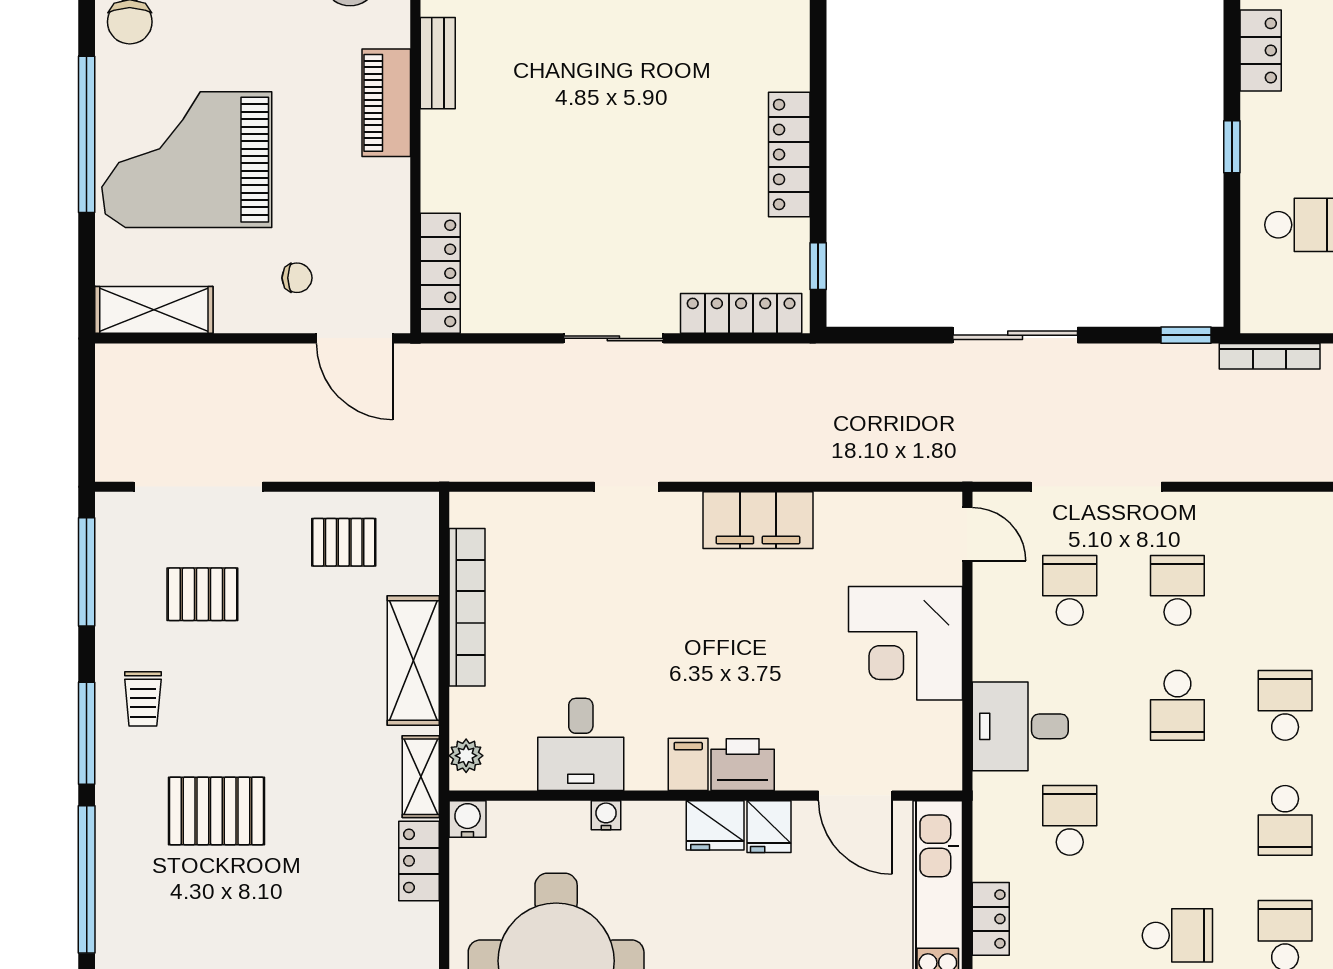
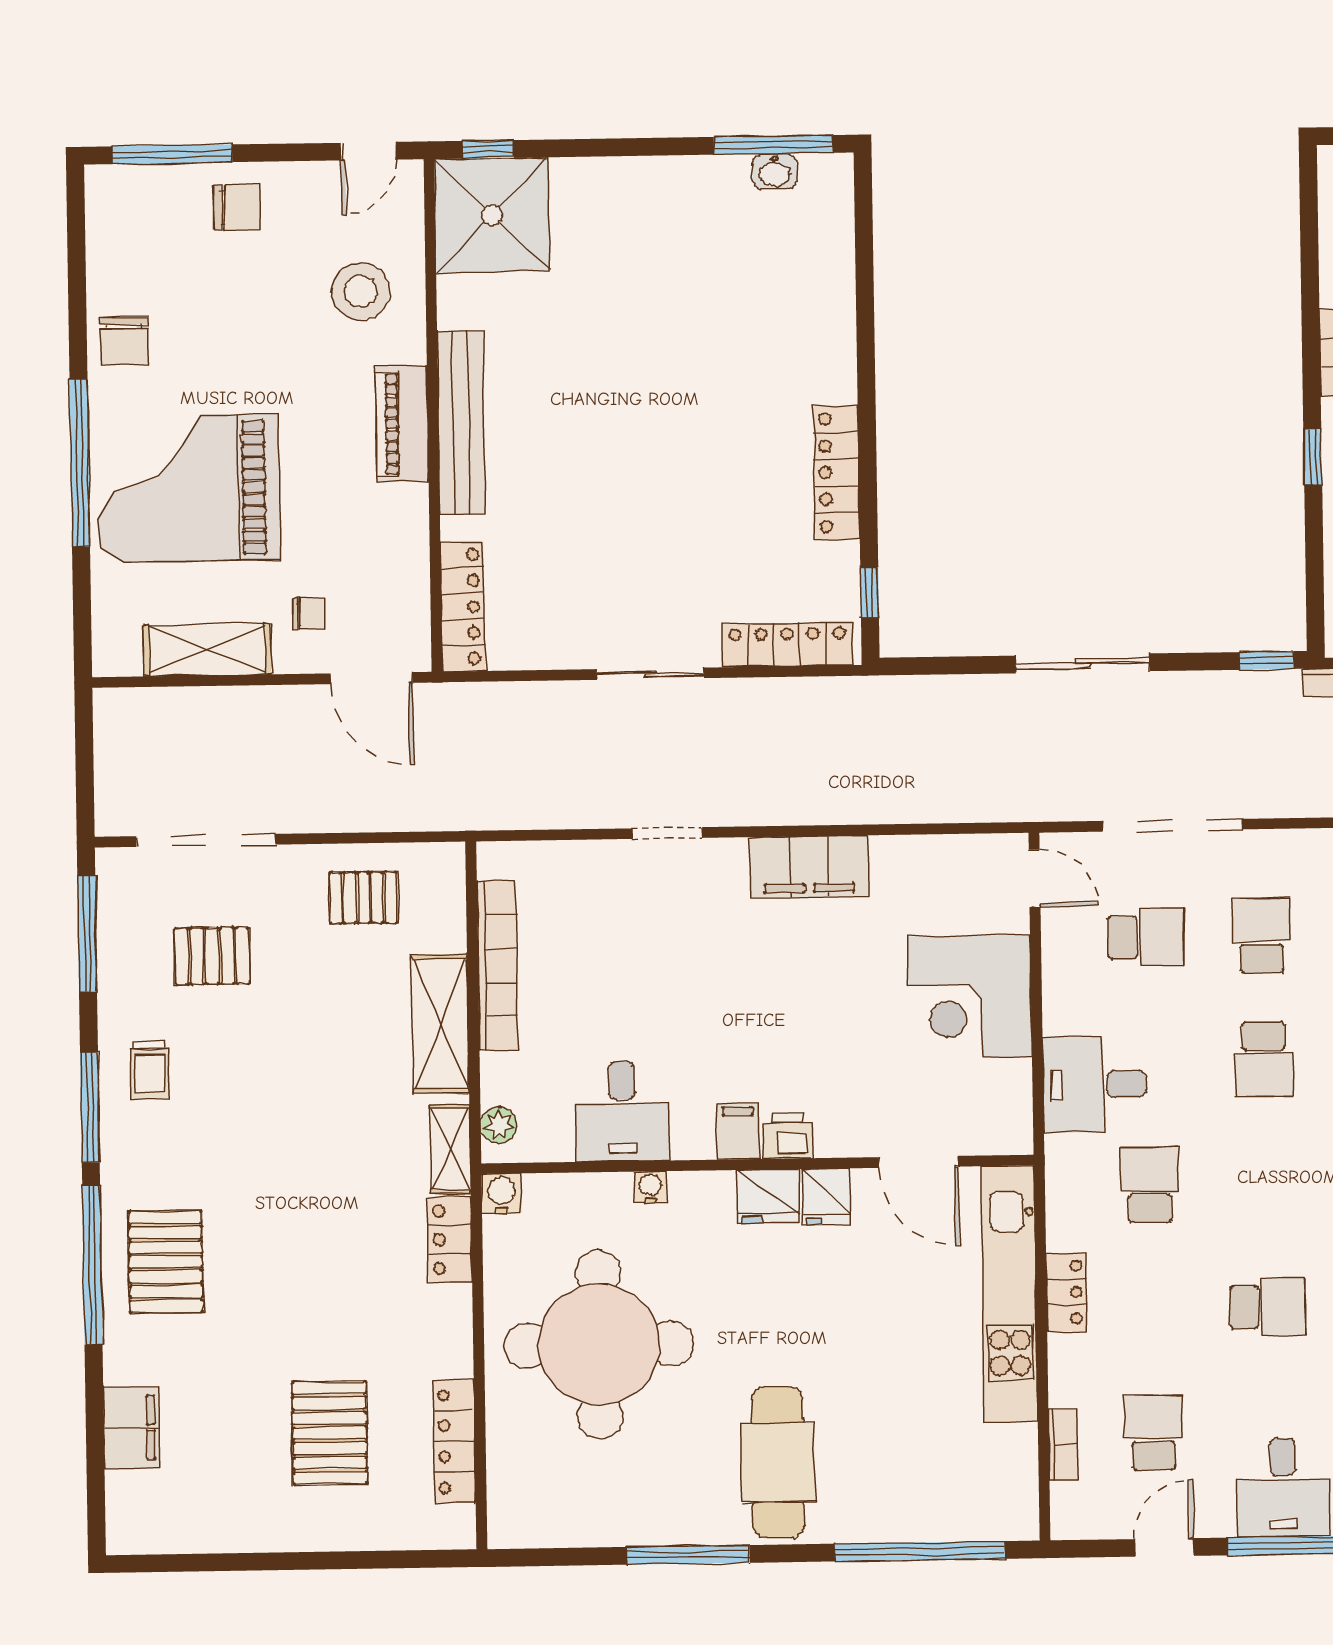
bench: (438, 63) -> (461, 423), width x1.86, depth x1.21
shelving: (154, 310) -> (207, 650), moved
school desk: (1070, 590) -> (1146, 937), turned 90
printer: (743, 765) -> (788, 1136), width x0.73, depth x0.81
pallet: (216, 811) -> (166, 1262), moved, turned 90

